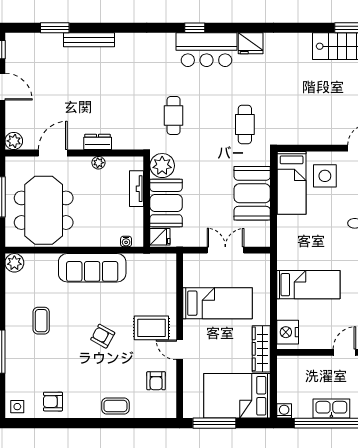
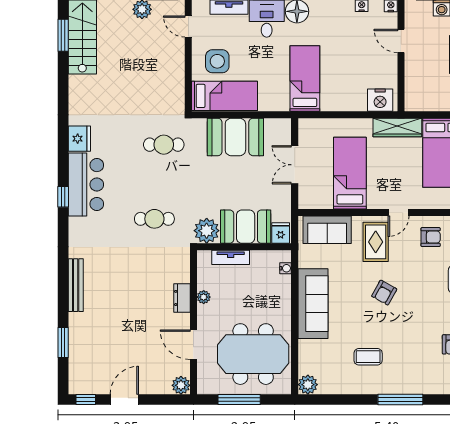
bench: (89, 40) -> (76, 285), moved
sofa: (163, 281) -> (327, 230), added
bed: (308, 285) -> (305, 78), moved

